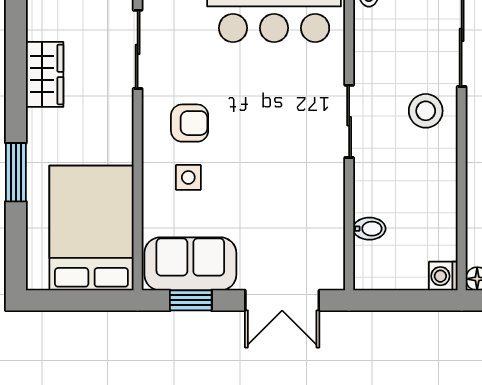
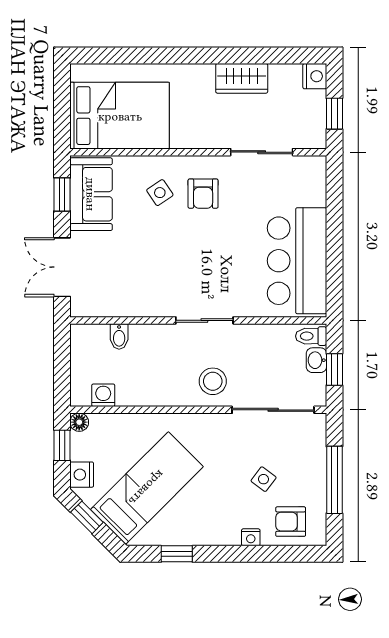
window: (16, 172) -> (164, 55), removed
side table: (188, 177) -> (160, 193), turned -34
washing machine: (443, 276) -> (103, 395), moved

